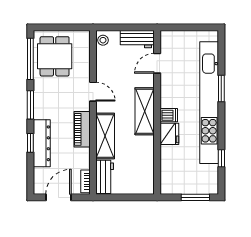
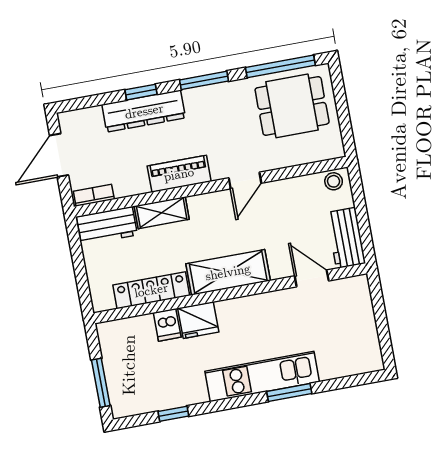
kitchen unit: (209, 103) -> (262, 377), width x0.54
dishwasher: (169, 115) -> (167, 325), moved
shelving: (105, 136) -> (162, 213), width x0.67, depth x0.75
locker: (147, 158) -> (151, 290), added
door: (58, 197) -> (59, 155), swing flipped

